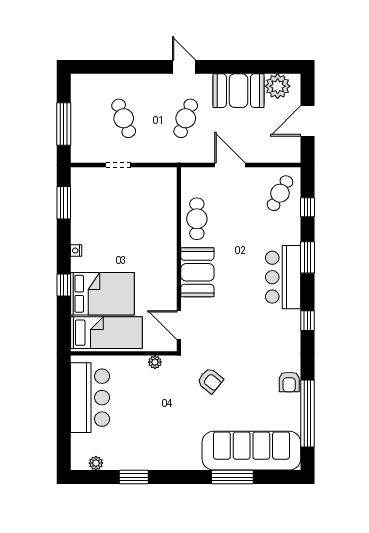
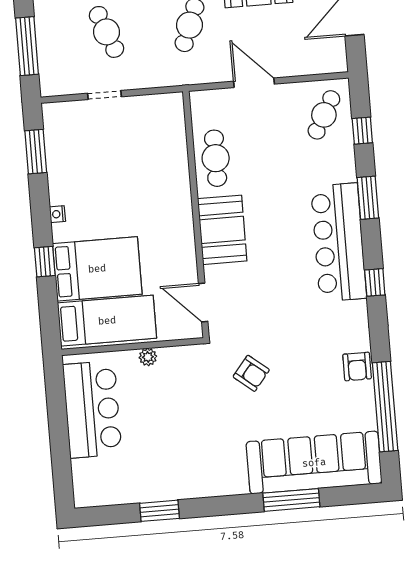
bar counter: (283, 277) -> (339, 242), width x1.36
plant: (155, 362) -> (148, 357), moved
plant: (96, 463) -> (107, 496), removed

